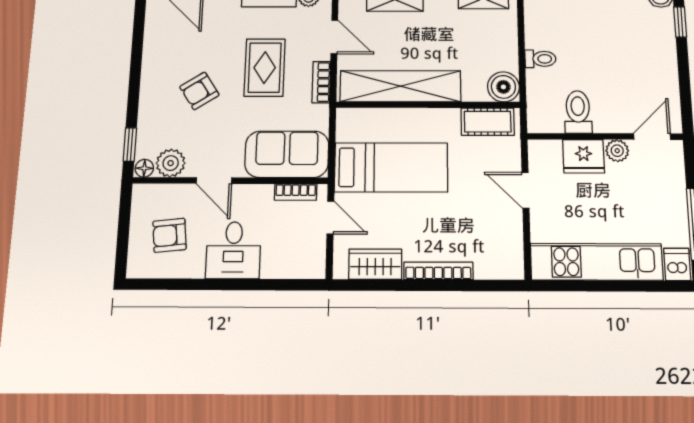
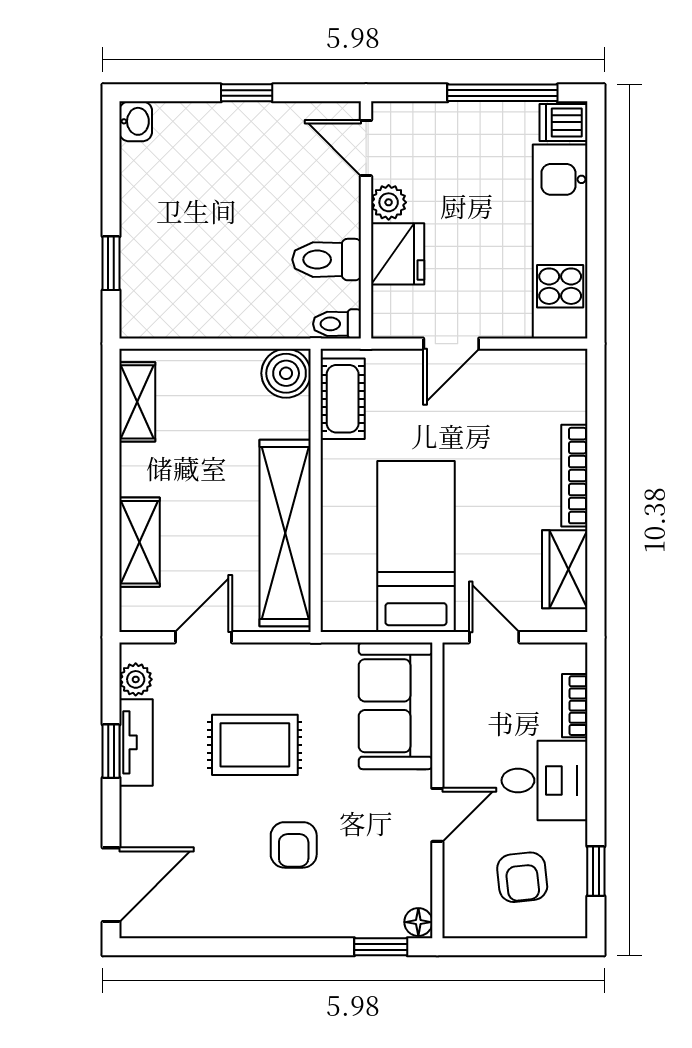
window: (680, 22) -> (247, 93), moved
toilet: (540, 59) -> (337, 324), moved, turned -90
bookcase: (321, 82) -> (279, 656), removed
armchair: (199, 91) -> (294, 845), turned 33
plant: (171, 163) -> (410, 882), removed
bookcase: (296, 192) -> (575, 706), moved, turned 180
door: (330, 217) -> (494, 637), hinge flipped
window: (171, 284) -> (596, 871), added

